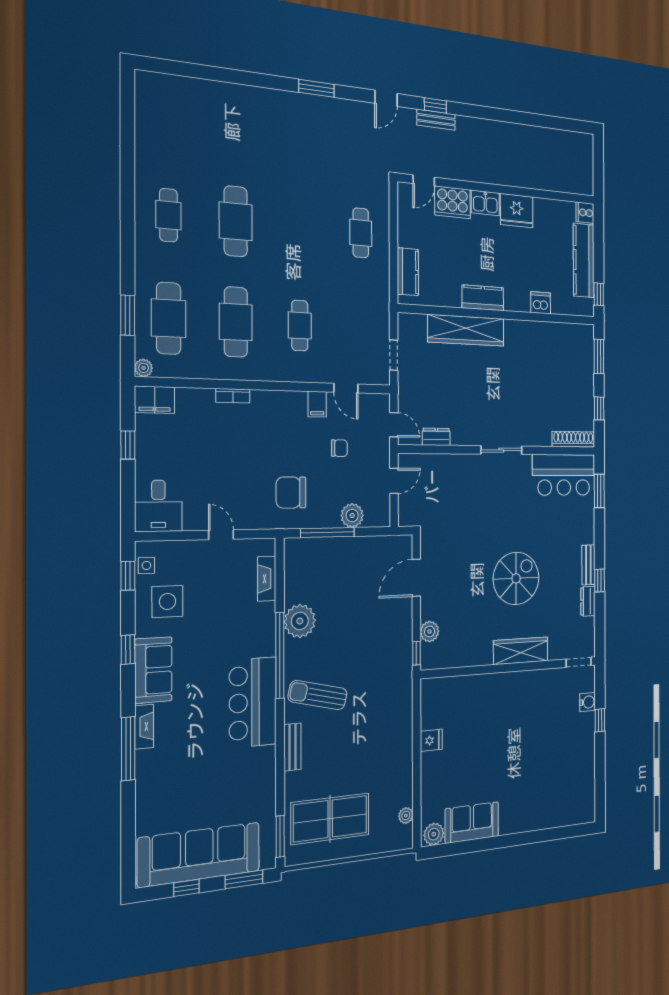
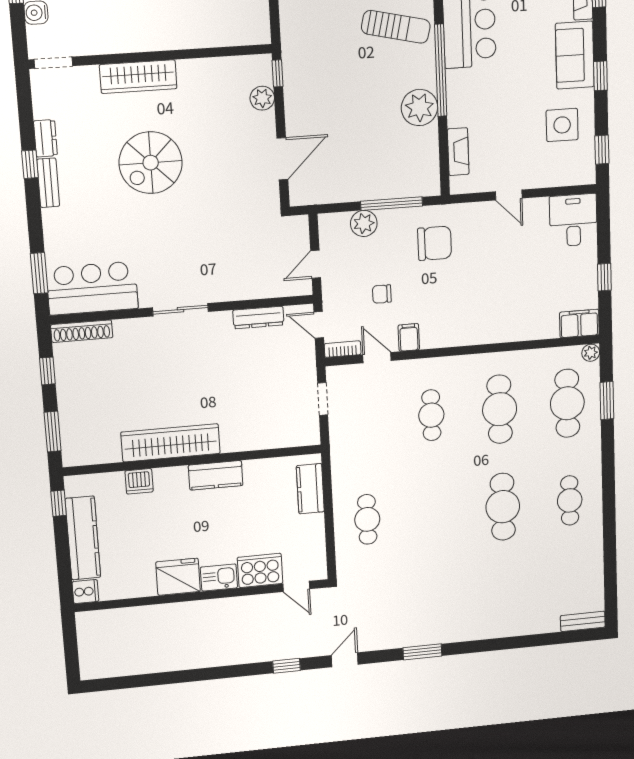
bench: (436, 120) -> (583, 621), moved
door: (424, 180) -> (296, 586), swing flipped
wardrobe: (466, 330) -> (171, 443), moved
bookcase: (233, 396) -> (343, 349), moved
dresser: (436, 437) -> (258, 318), width x1.44
side table: (146, 565) -> (584, 160), removed

